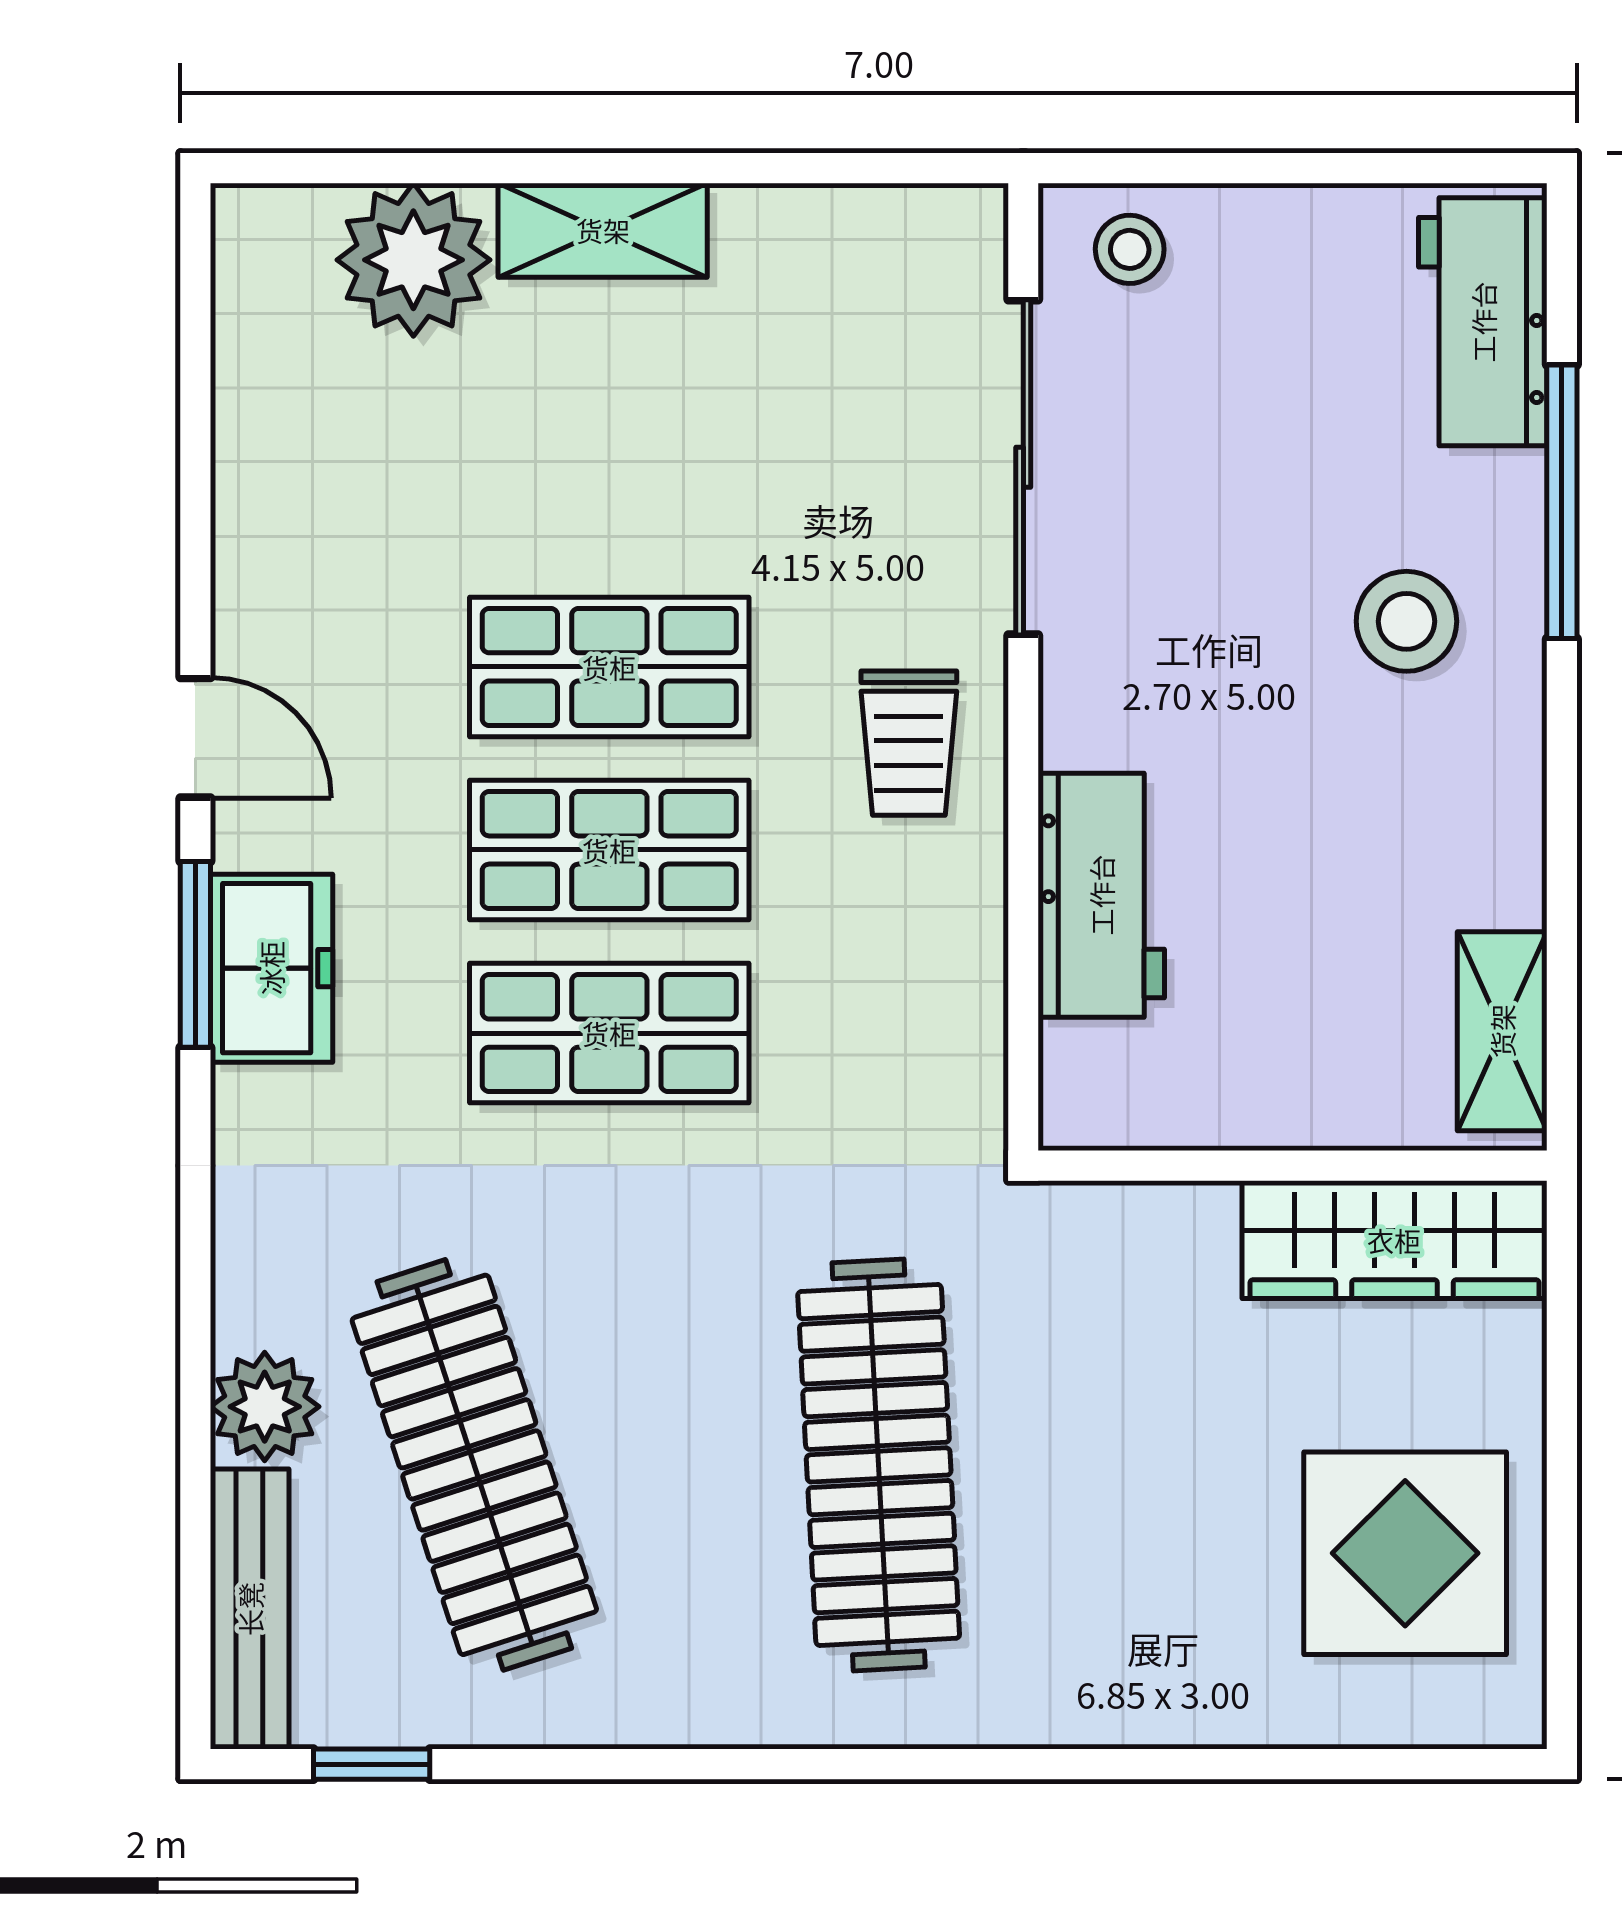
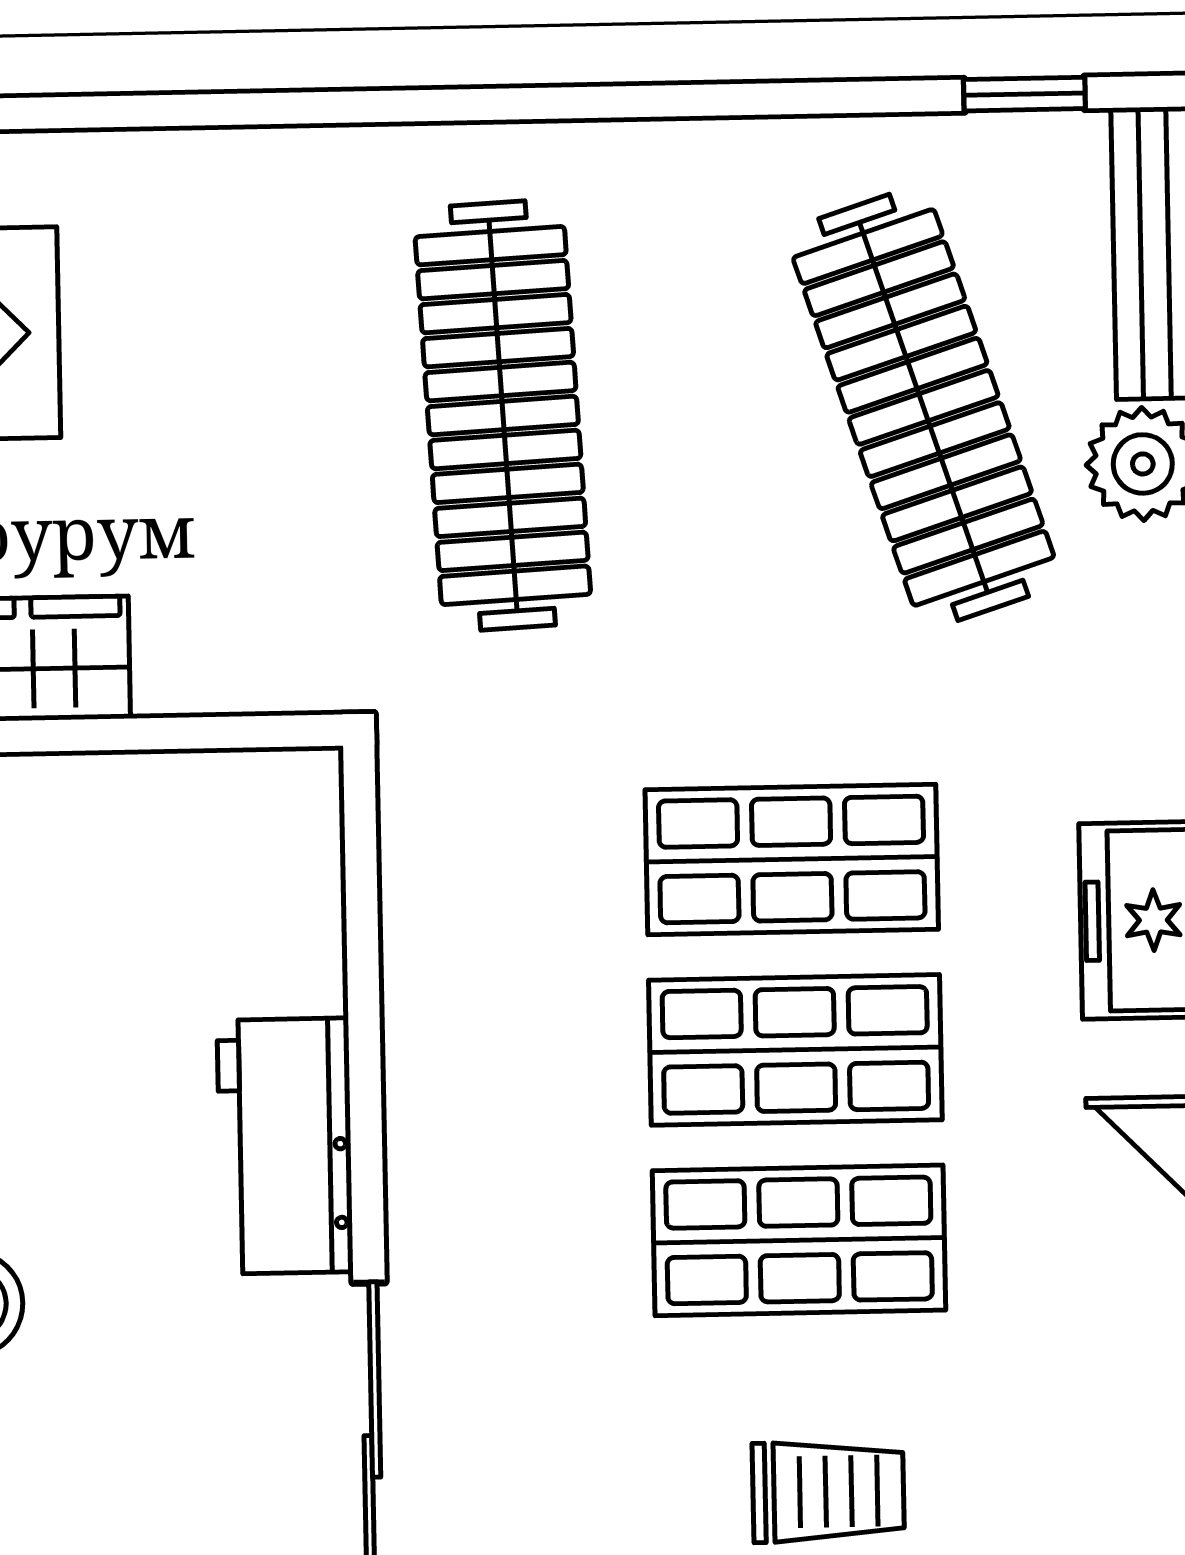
trolley: (909, 743) -> (828, 1492), moved, turned 90
workbench: (1101, 895) -> (285, 1146), moved

